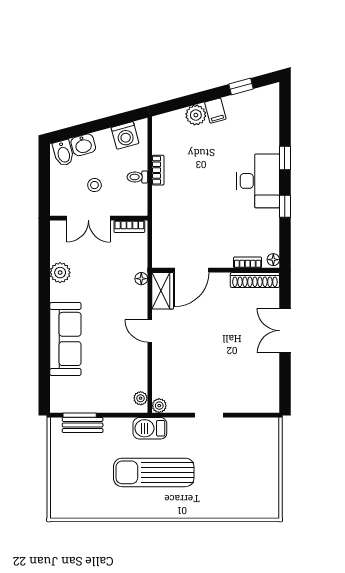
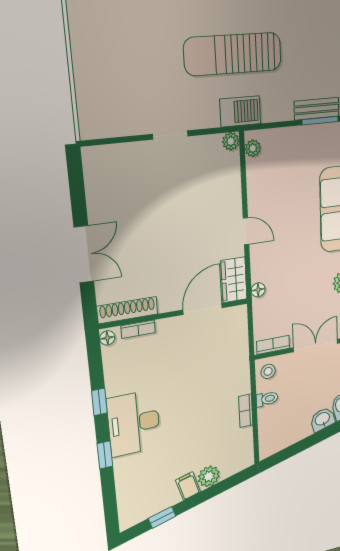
washing machine: (125, 135) -> (281, 438), removed
stool: (94, 185) -> (268, 371), moved
sun lounger: (154, 472) -> (233, 54), turned 180

